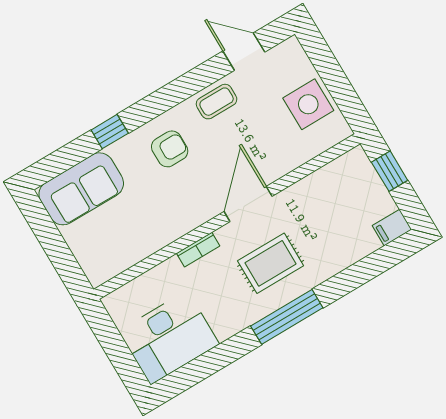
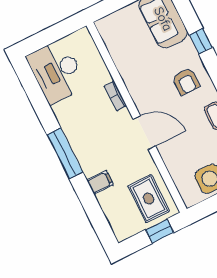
filing cabinet: (392, 228) -> (100, 182), moved, turned 90
rug: (271, 263) -> (149, 199), moved

